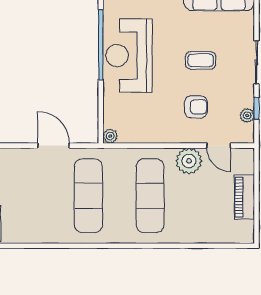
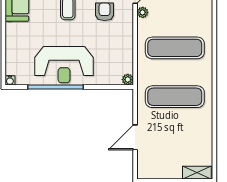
door: (54, 146) -> (135, 137), moved
plant: (189, 161) -> (143, 12), width x0.53, depth x0.53

